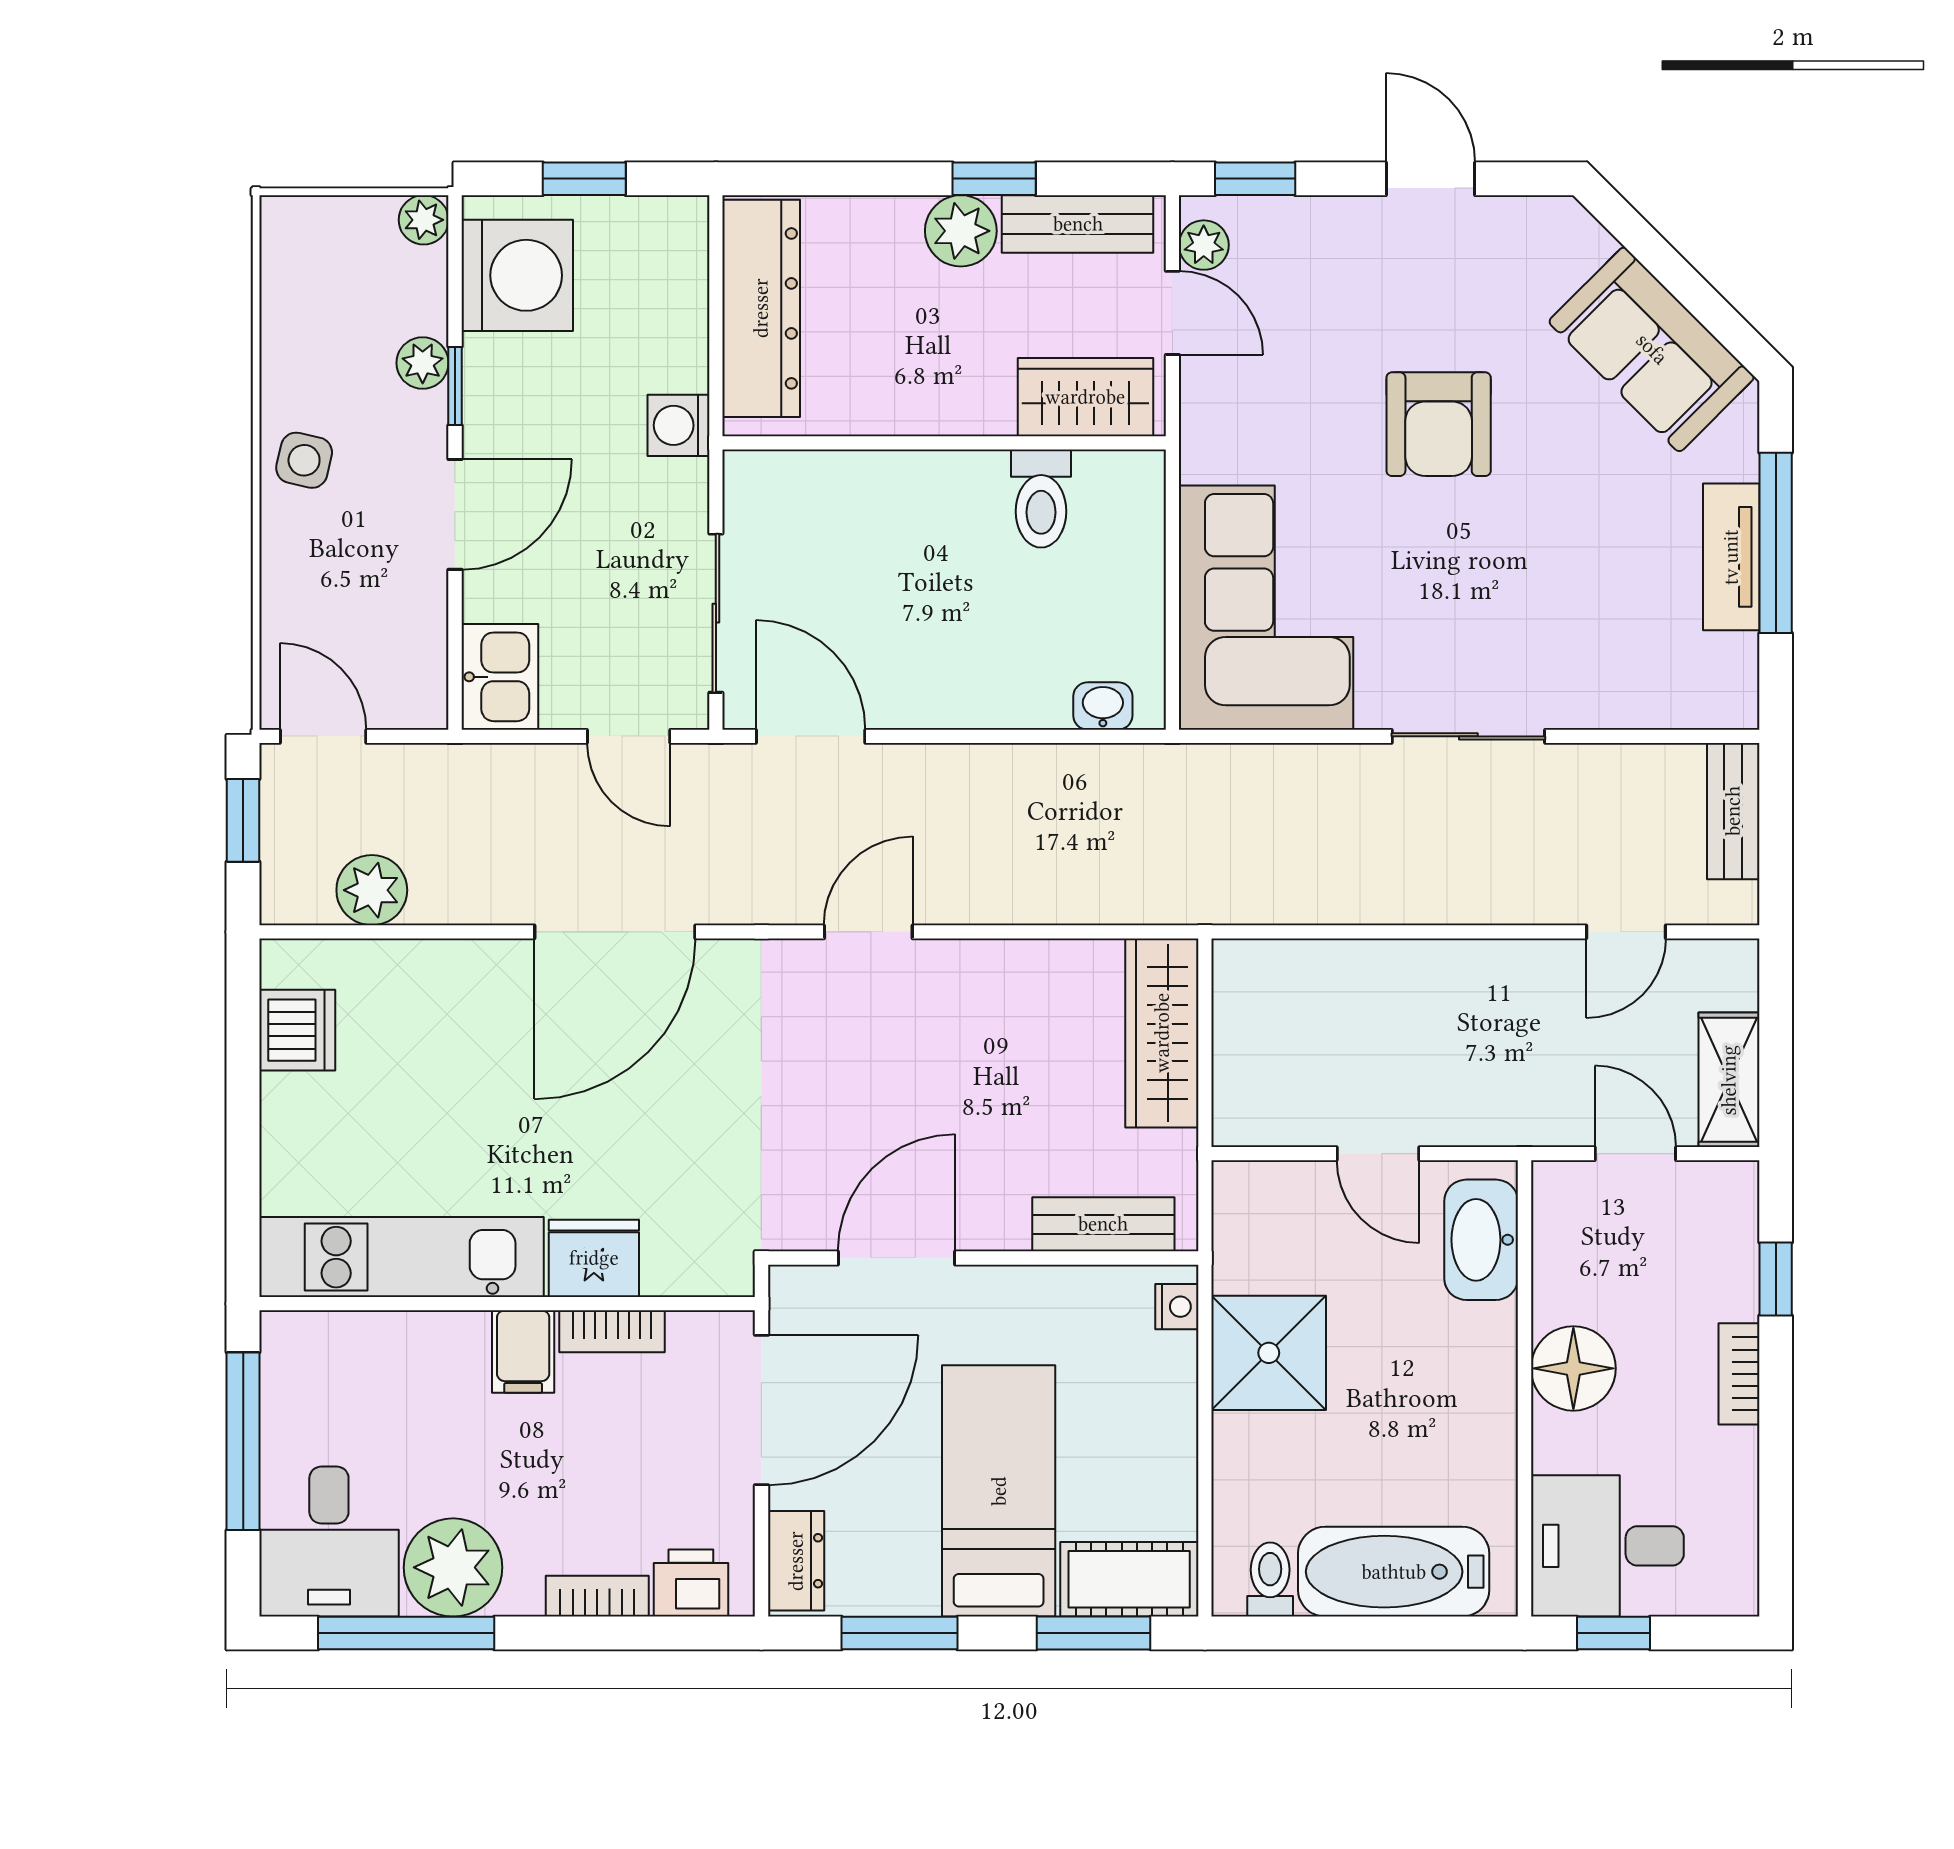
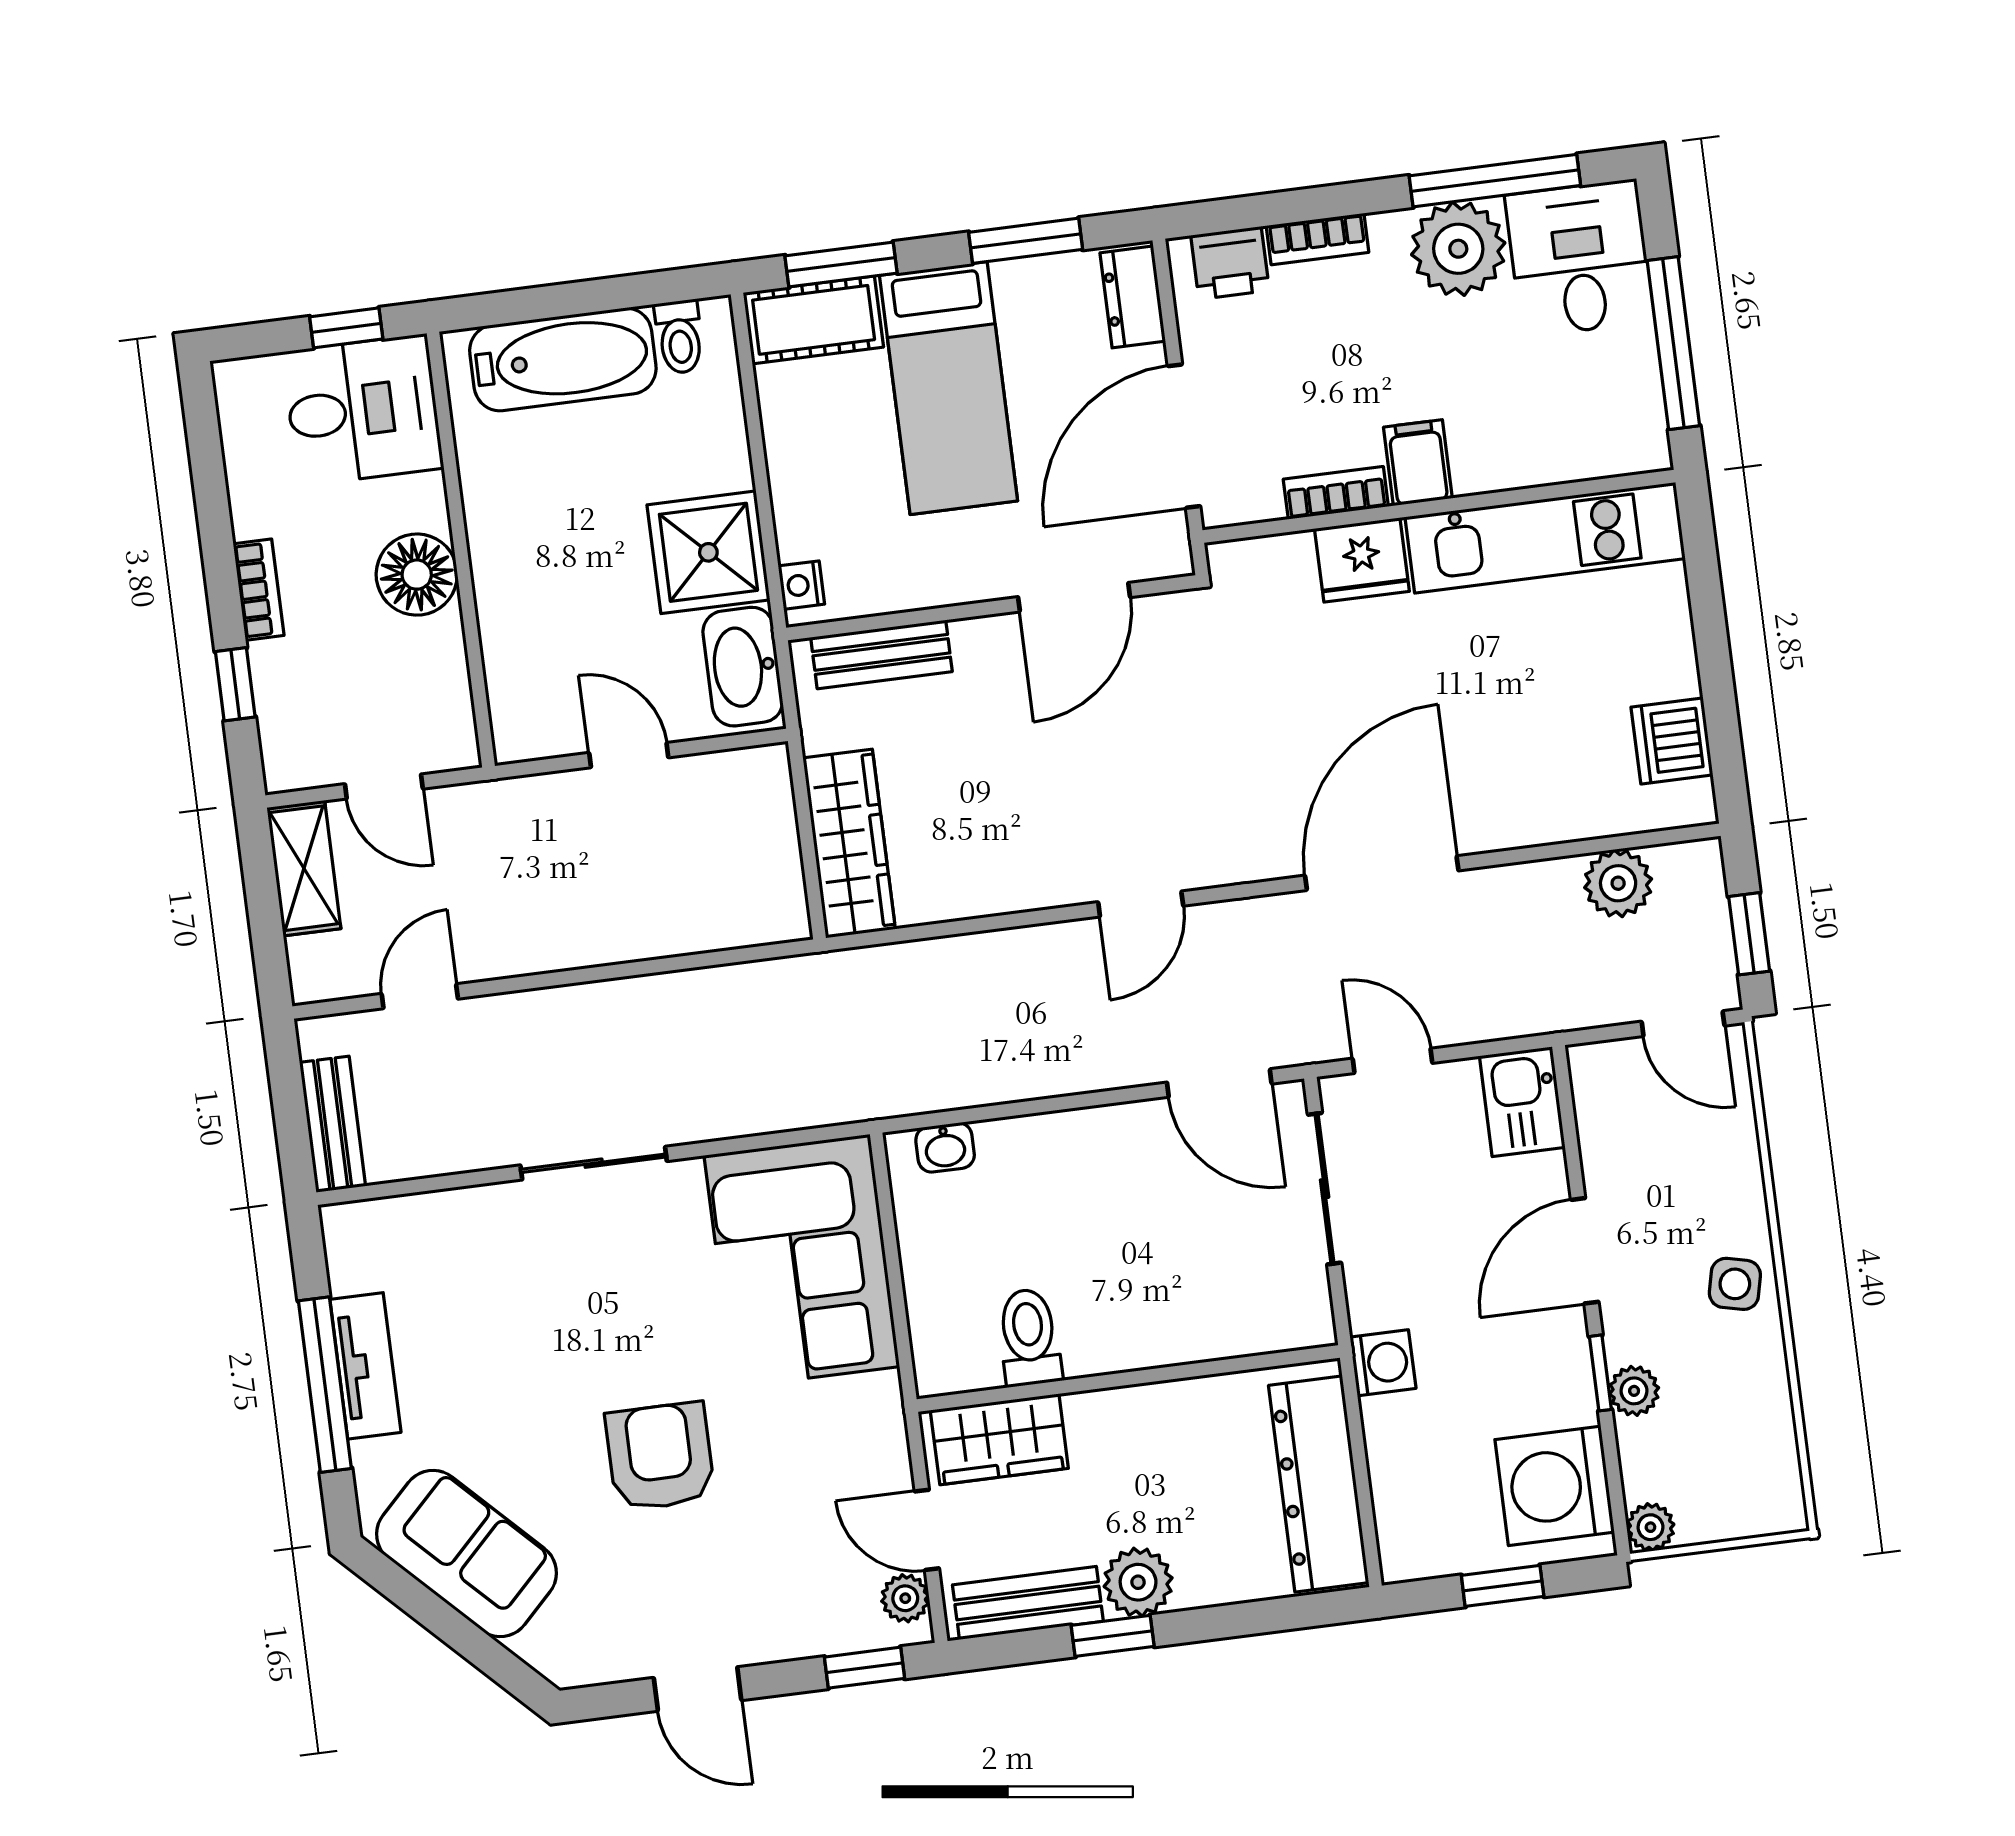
washbasin: (1481, 1240) -> (743, 667), moved, turned 180

